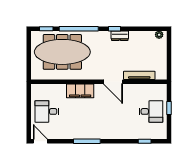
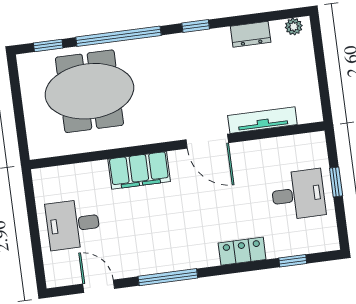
dresser: (120, 36) -> (251, 34), moved
meeting table: (62, 52) -> (89, 91), width x0.73
locker: (122, 134) -> (242, 251), added
door: (40, 141) -> (99, 286), moved

